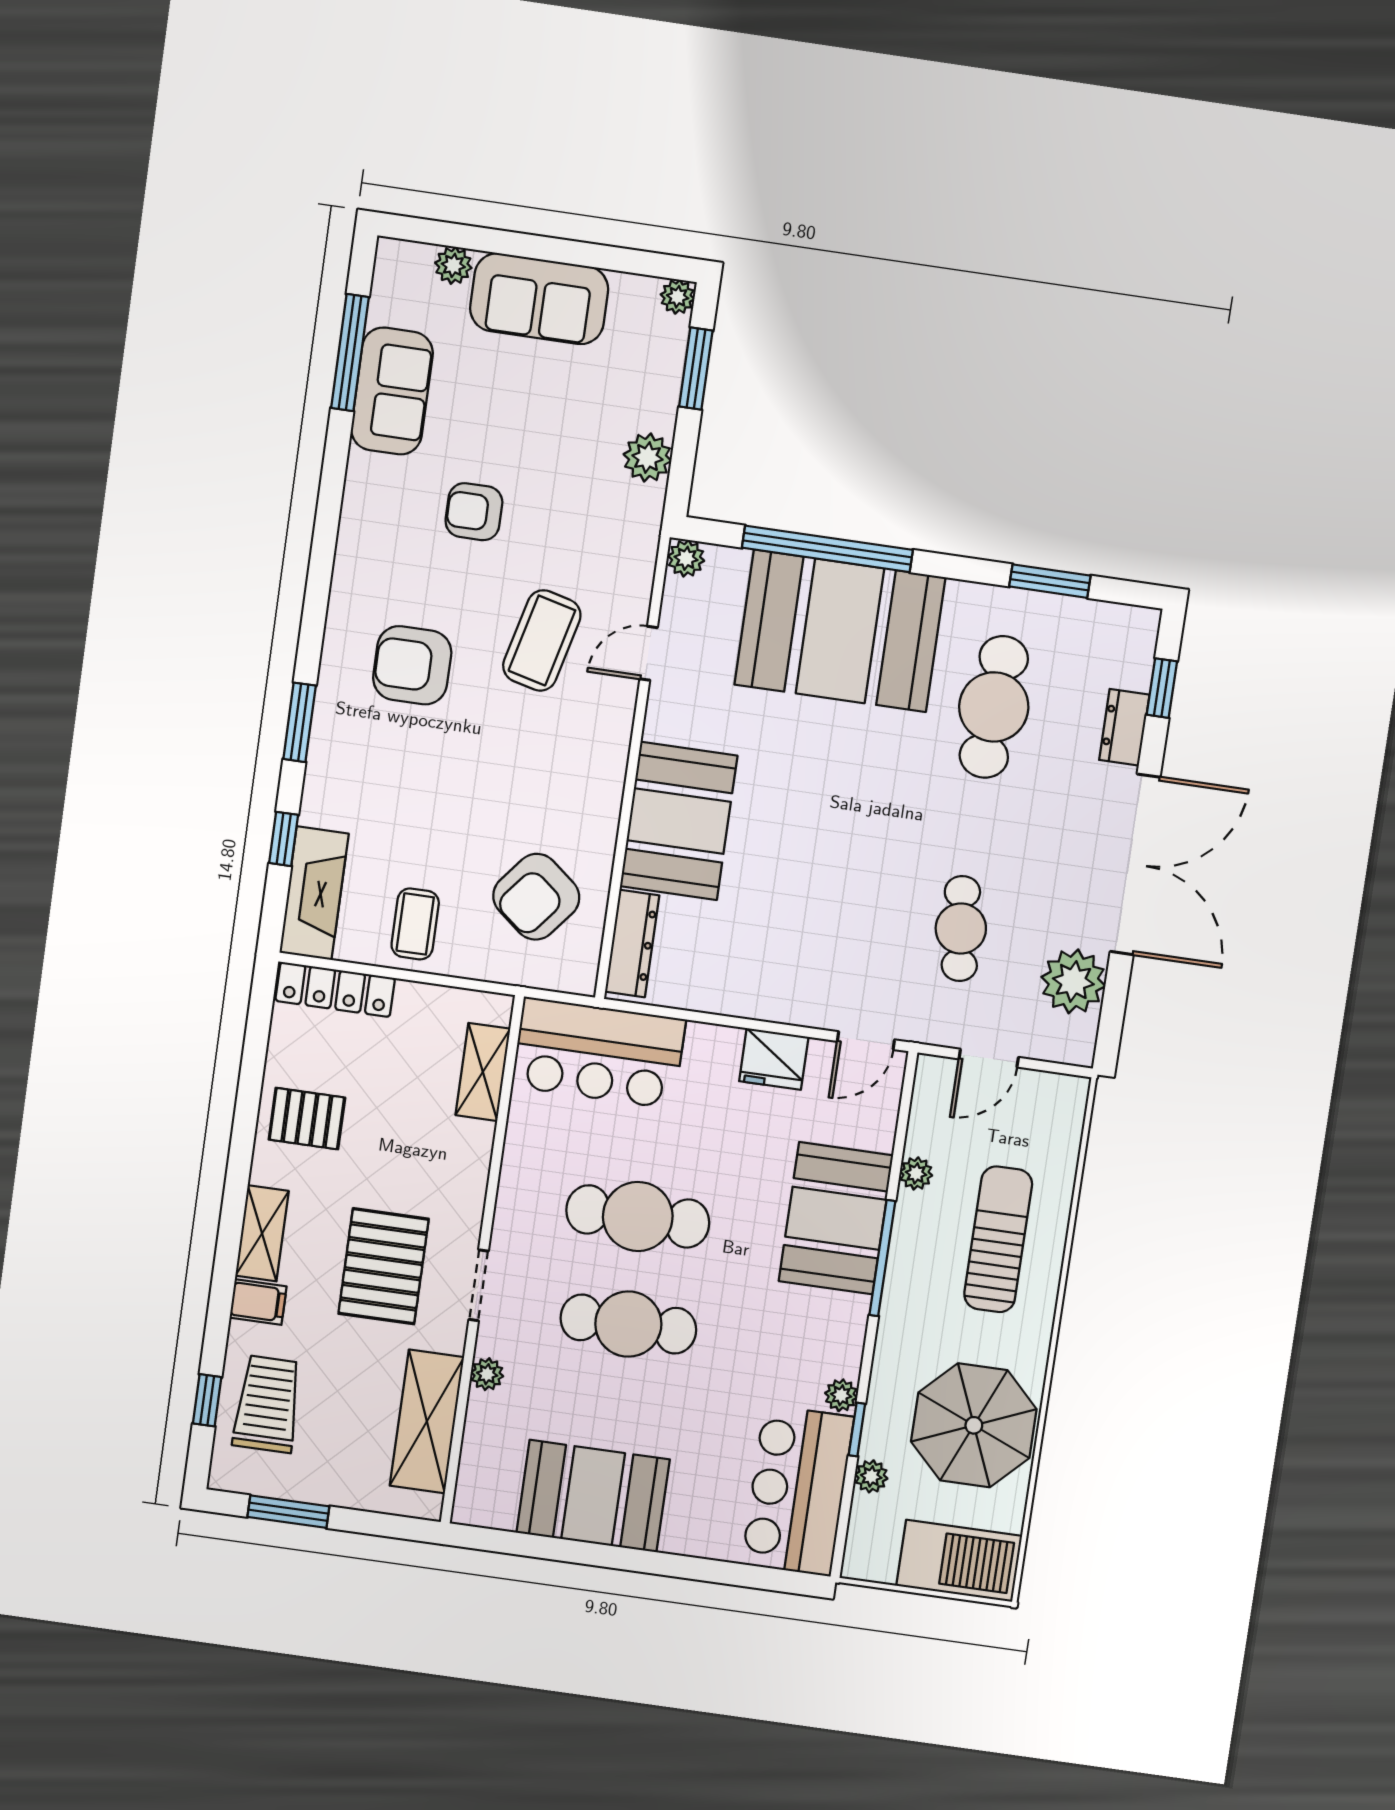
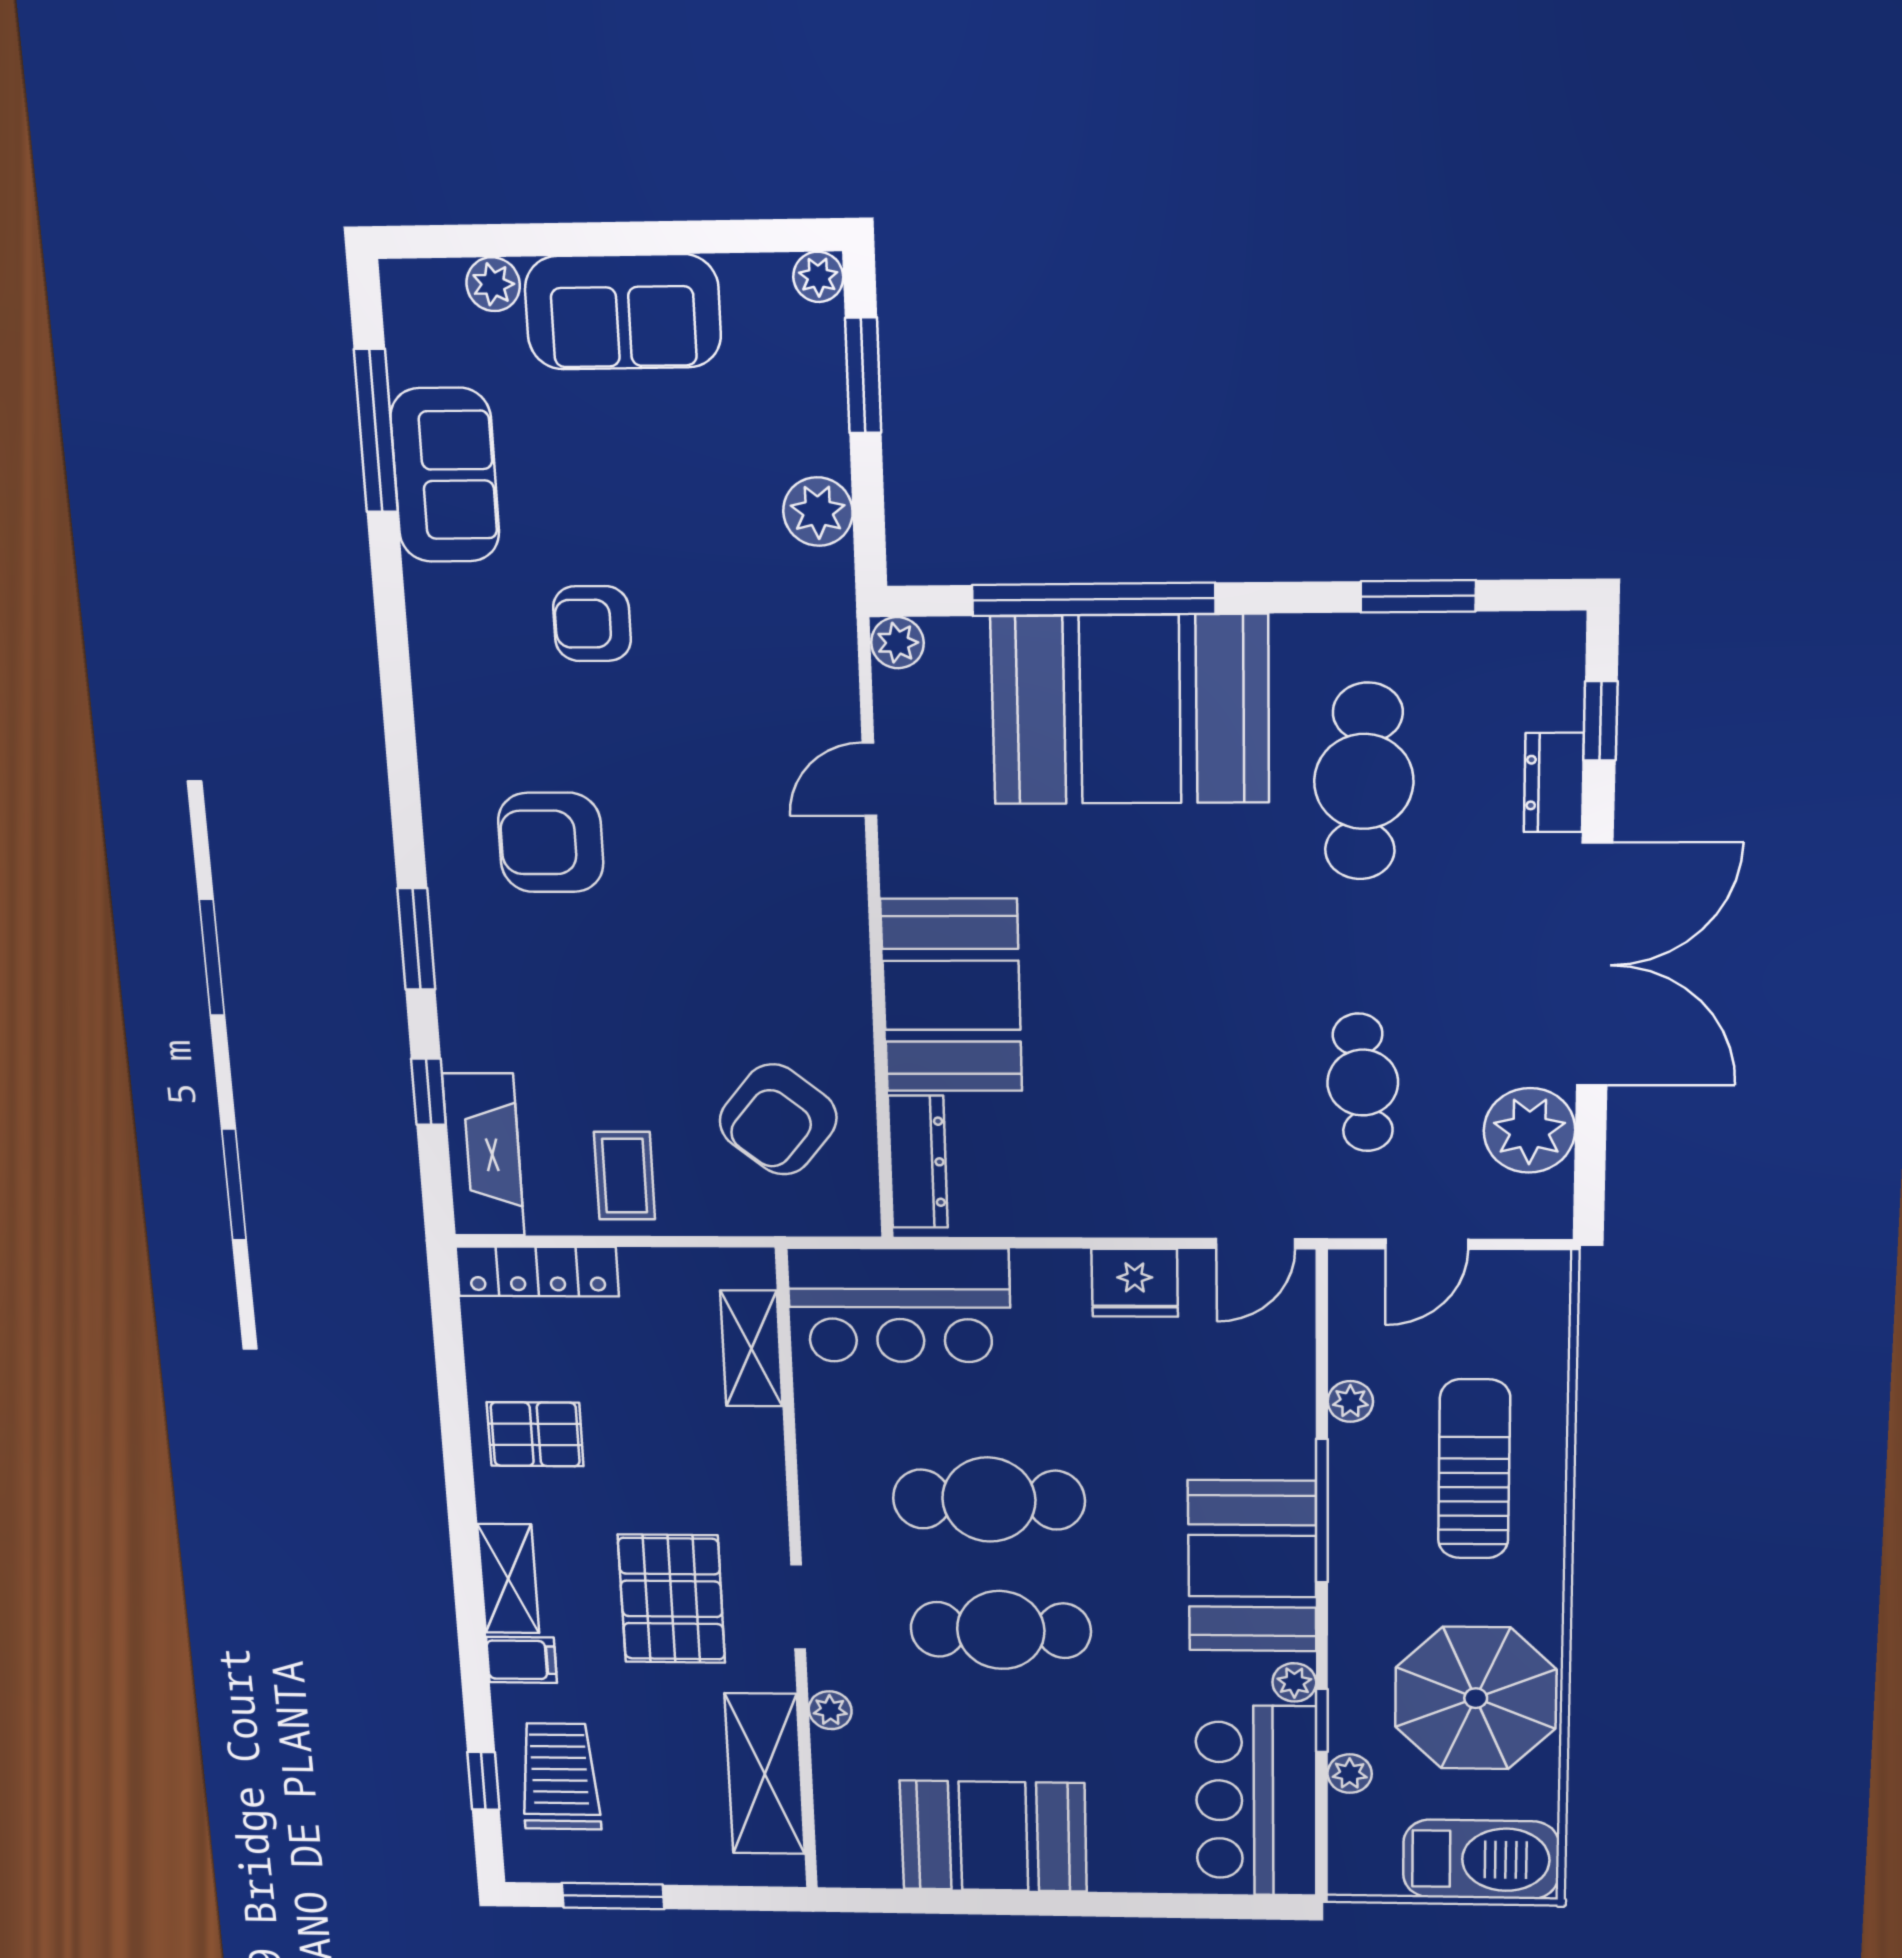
coffee table: (542, 640) -> (720, 784), removed
booth: (836, 1218) -> (1252, 1566), moved

